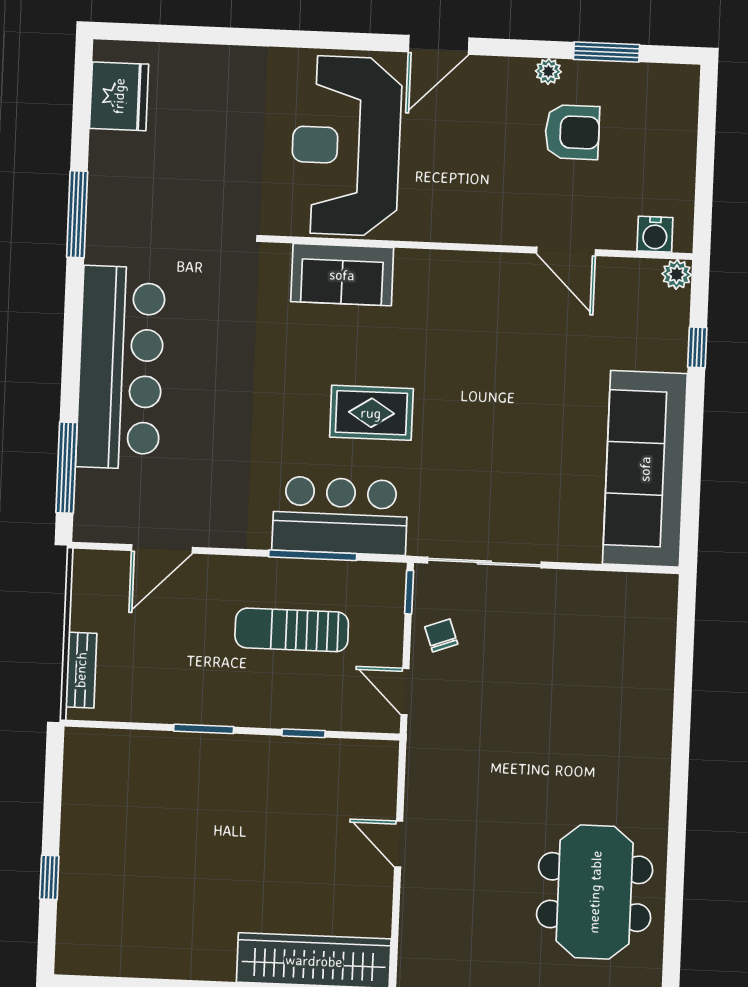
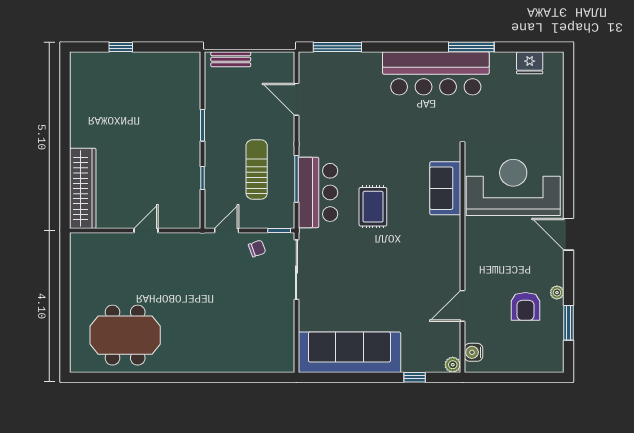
fridge: (119, 96) -> (530, 63), width x0.73, depth x0.75
bar counter: (121, 368) -> (436, 73), moved

